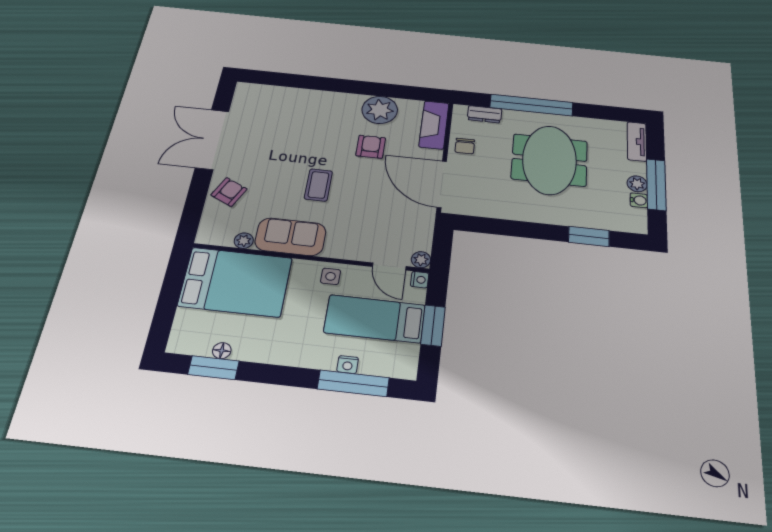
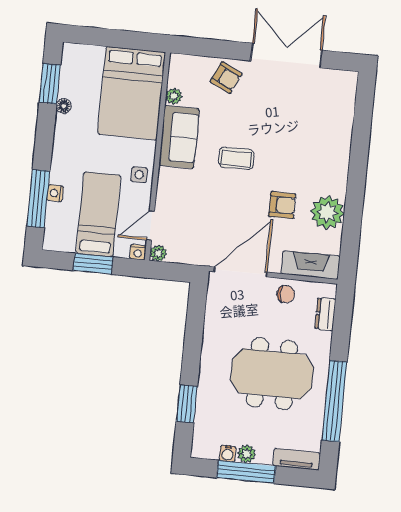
window: (531, 105) -> (334, 401), moved
chair: (465, 146) -> (286, 294), turned 180
floor lamp: (222, 351) -> (64, 106), moved

